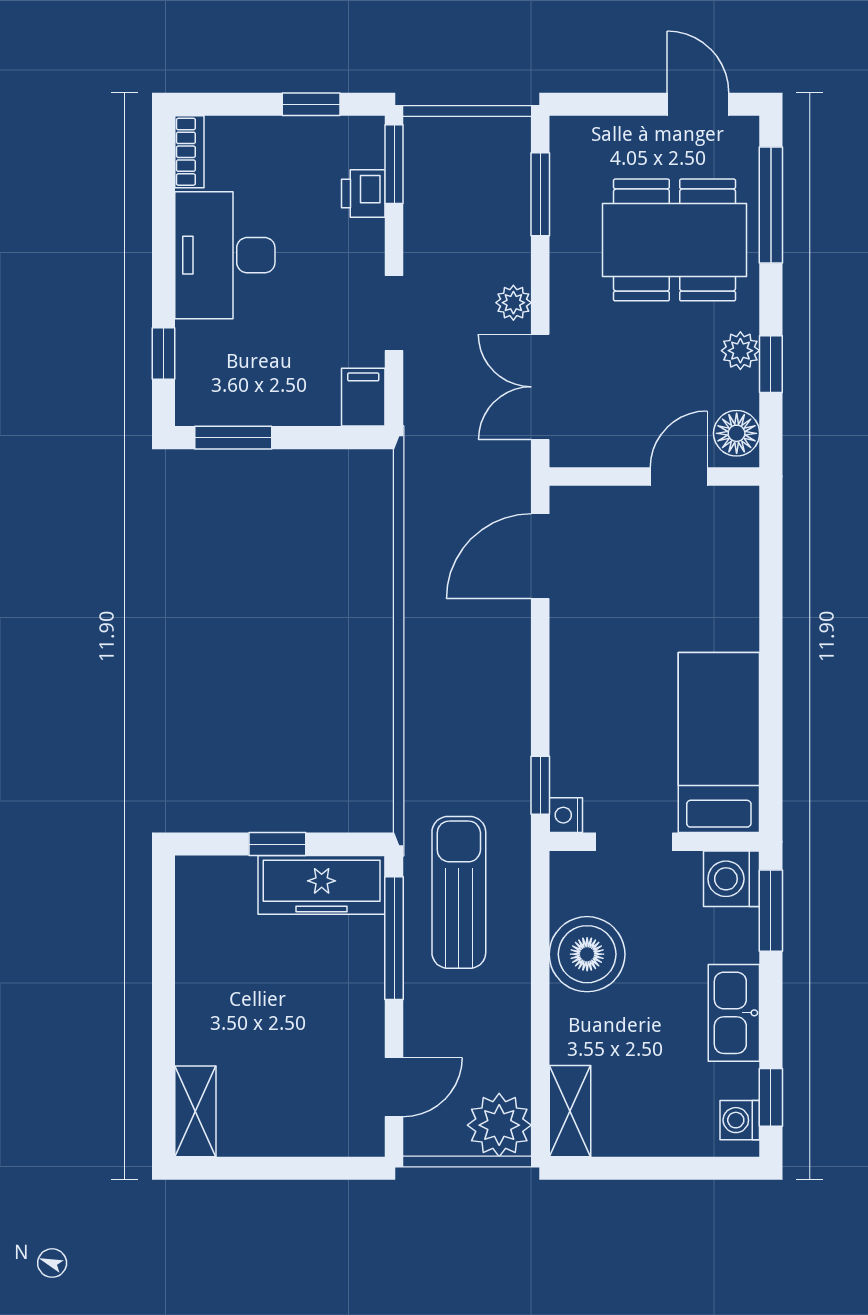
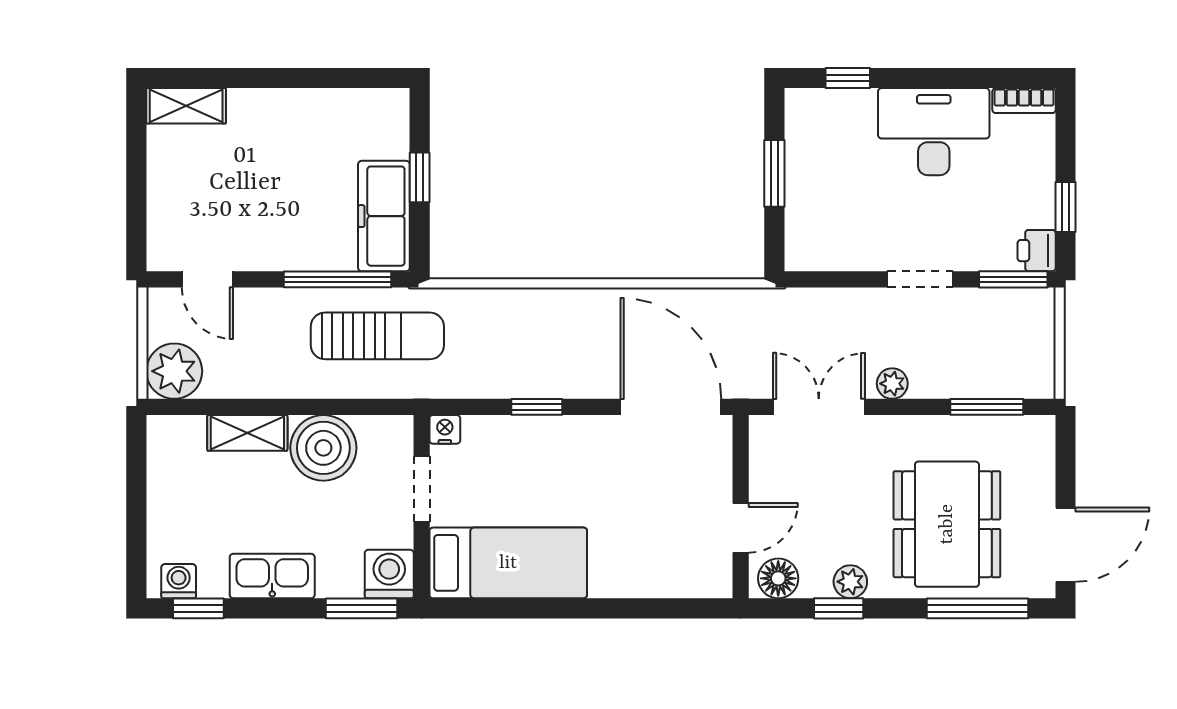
door: (698, 104) -> (1066, 545), width x1.38
printer: (363, 193) -> (1037, 251), moved, turned -90
doorway: (394, 313) -> (920, 279), moved
filing cabinet: (363, 397) -> (810, 252), removed
window: (233, 438) -> (774, 173), moved
door: (679, 476) -> (741, 528), hinge flipped
door: (540, 556) -> (671, 407), width x1.36
window: (540, 785) -> (537, 407), moved
shelving: (570, 1111) -> (247, 433), moved

